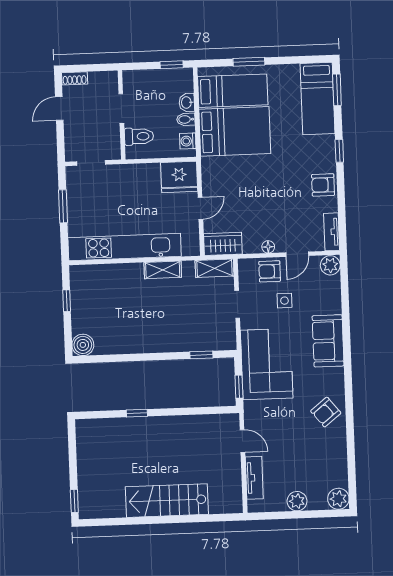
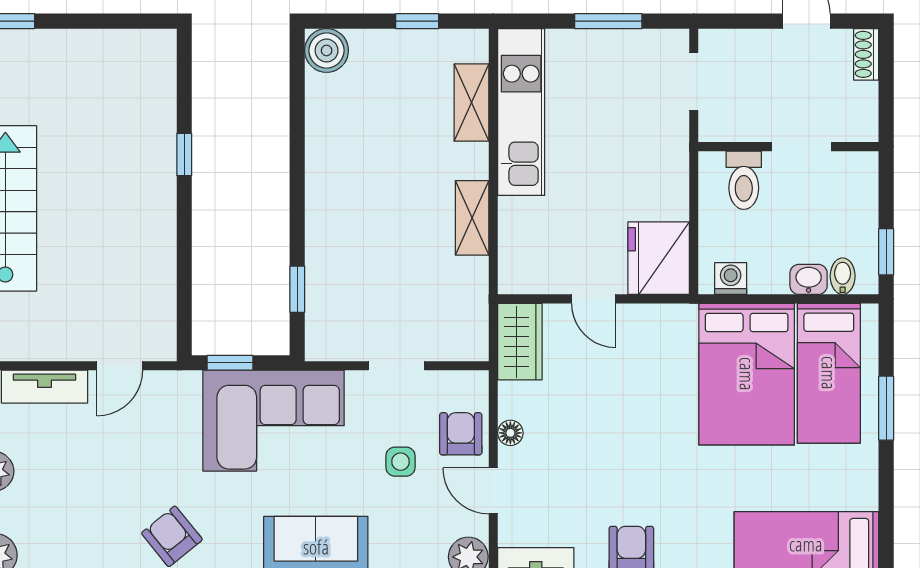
bidet: (186, 119) -> (843, 276), moved
kitchen unit: (125, 247) -> (521, 112), width x0.73
shelving: (215, 268) -> (471, 103), moved

